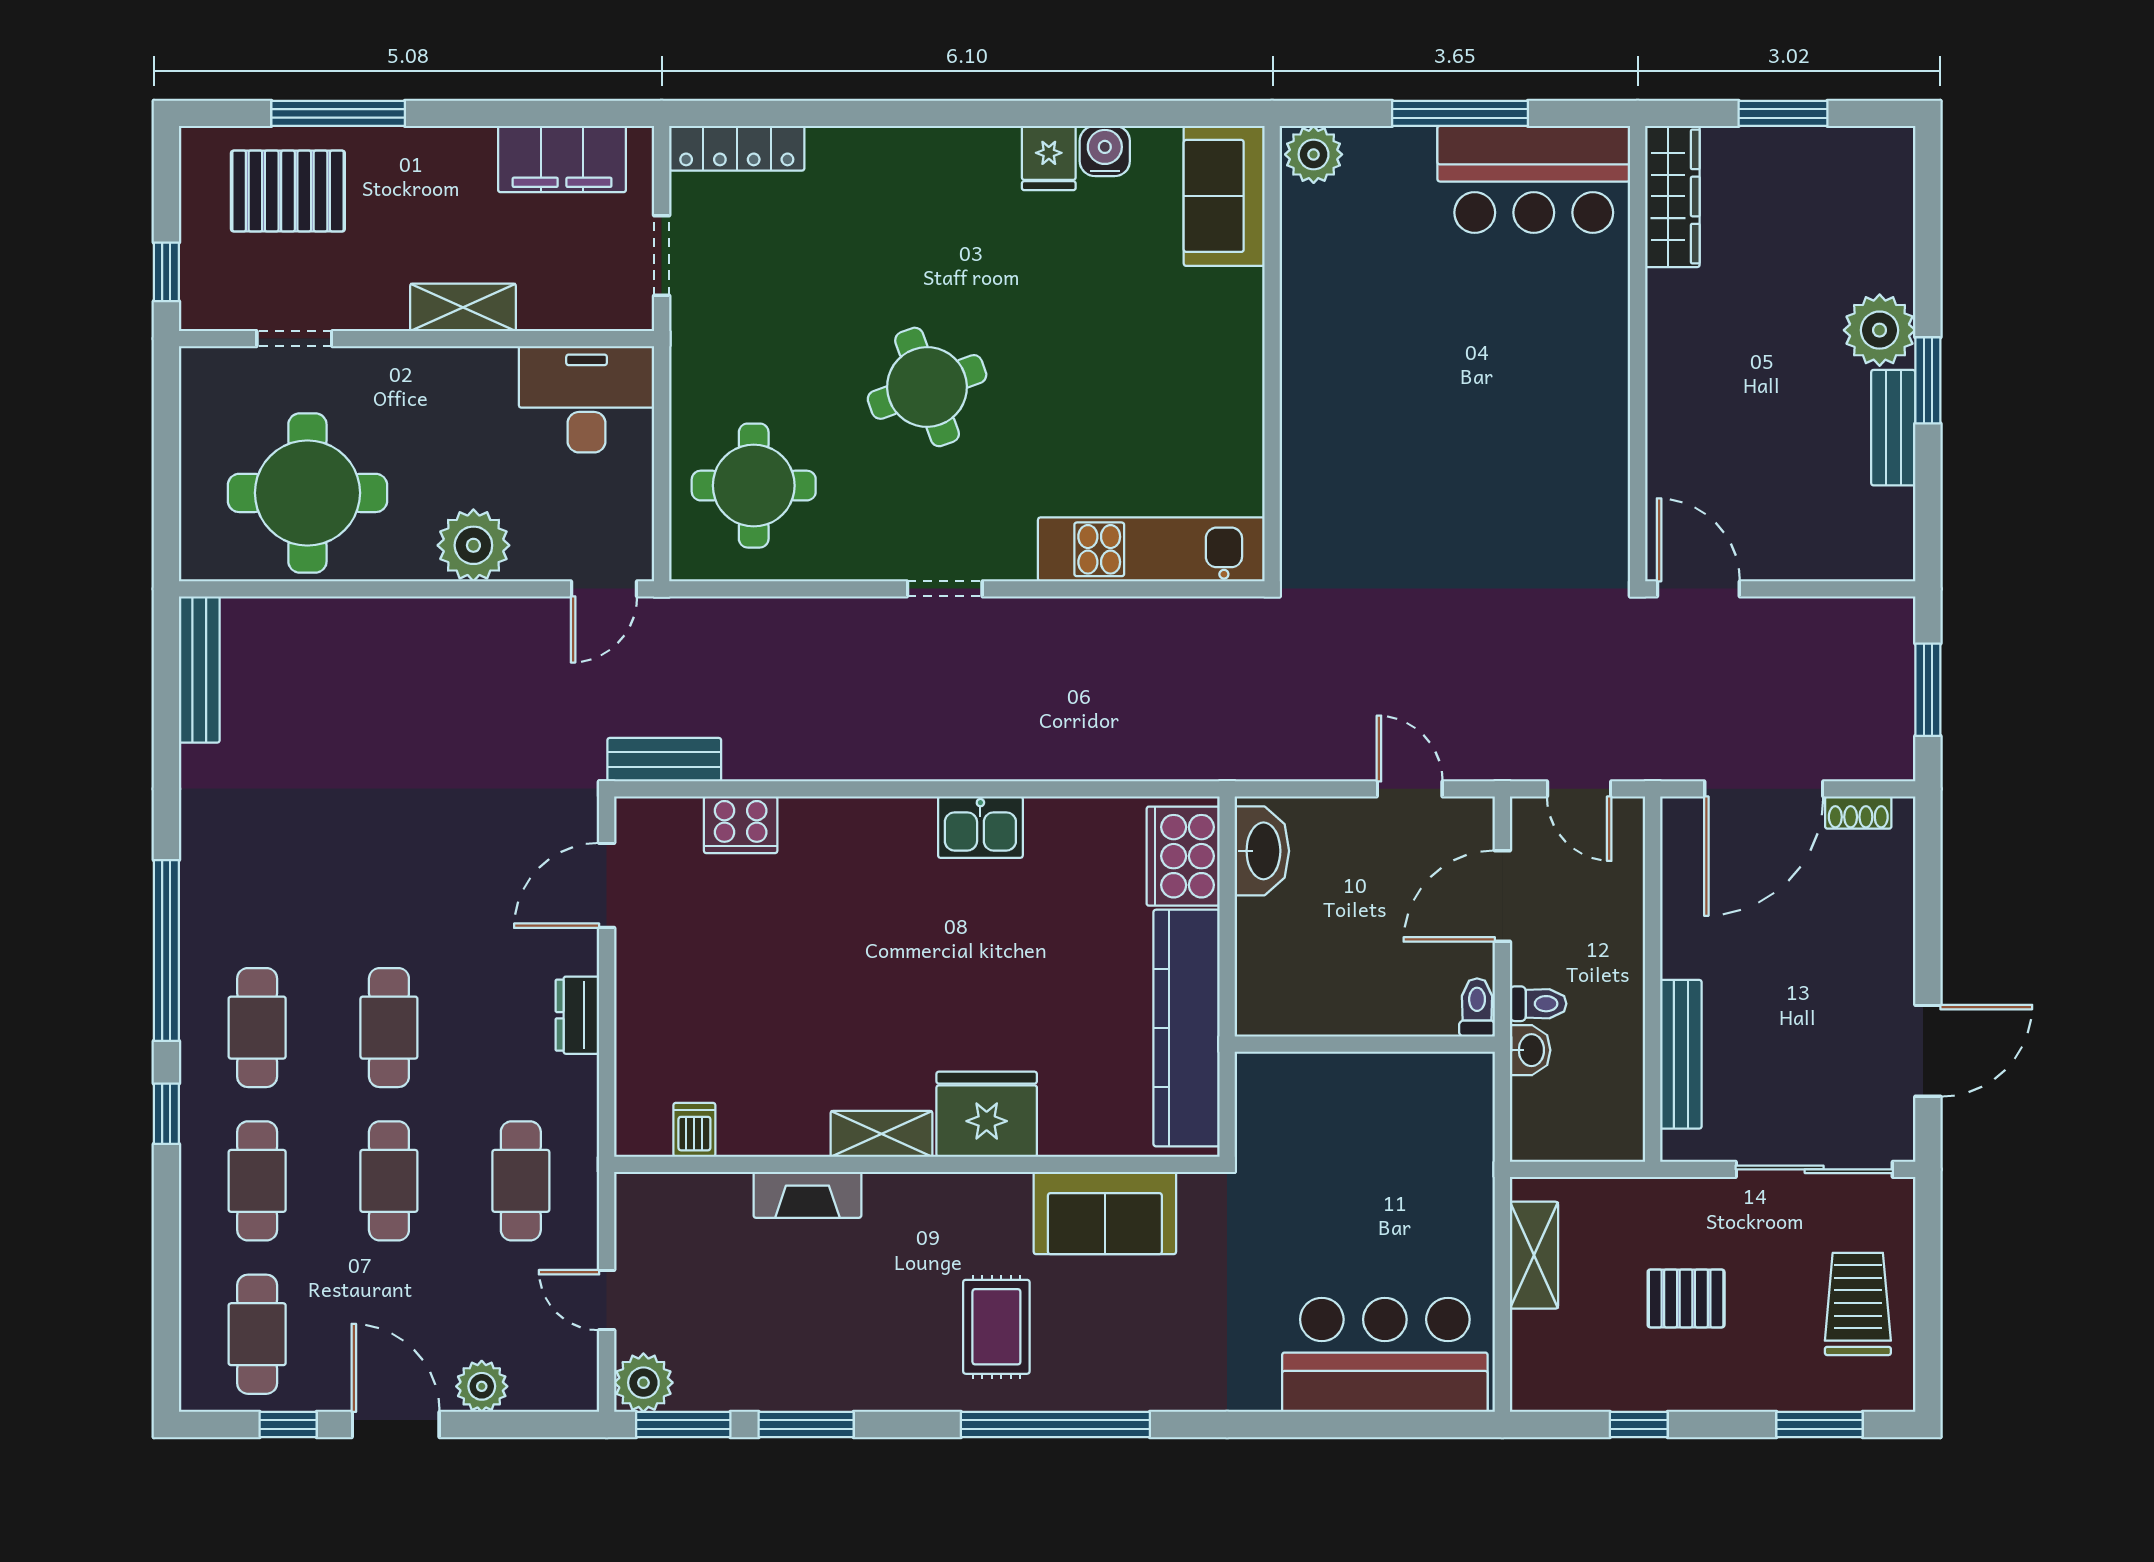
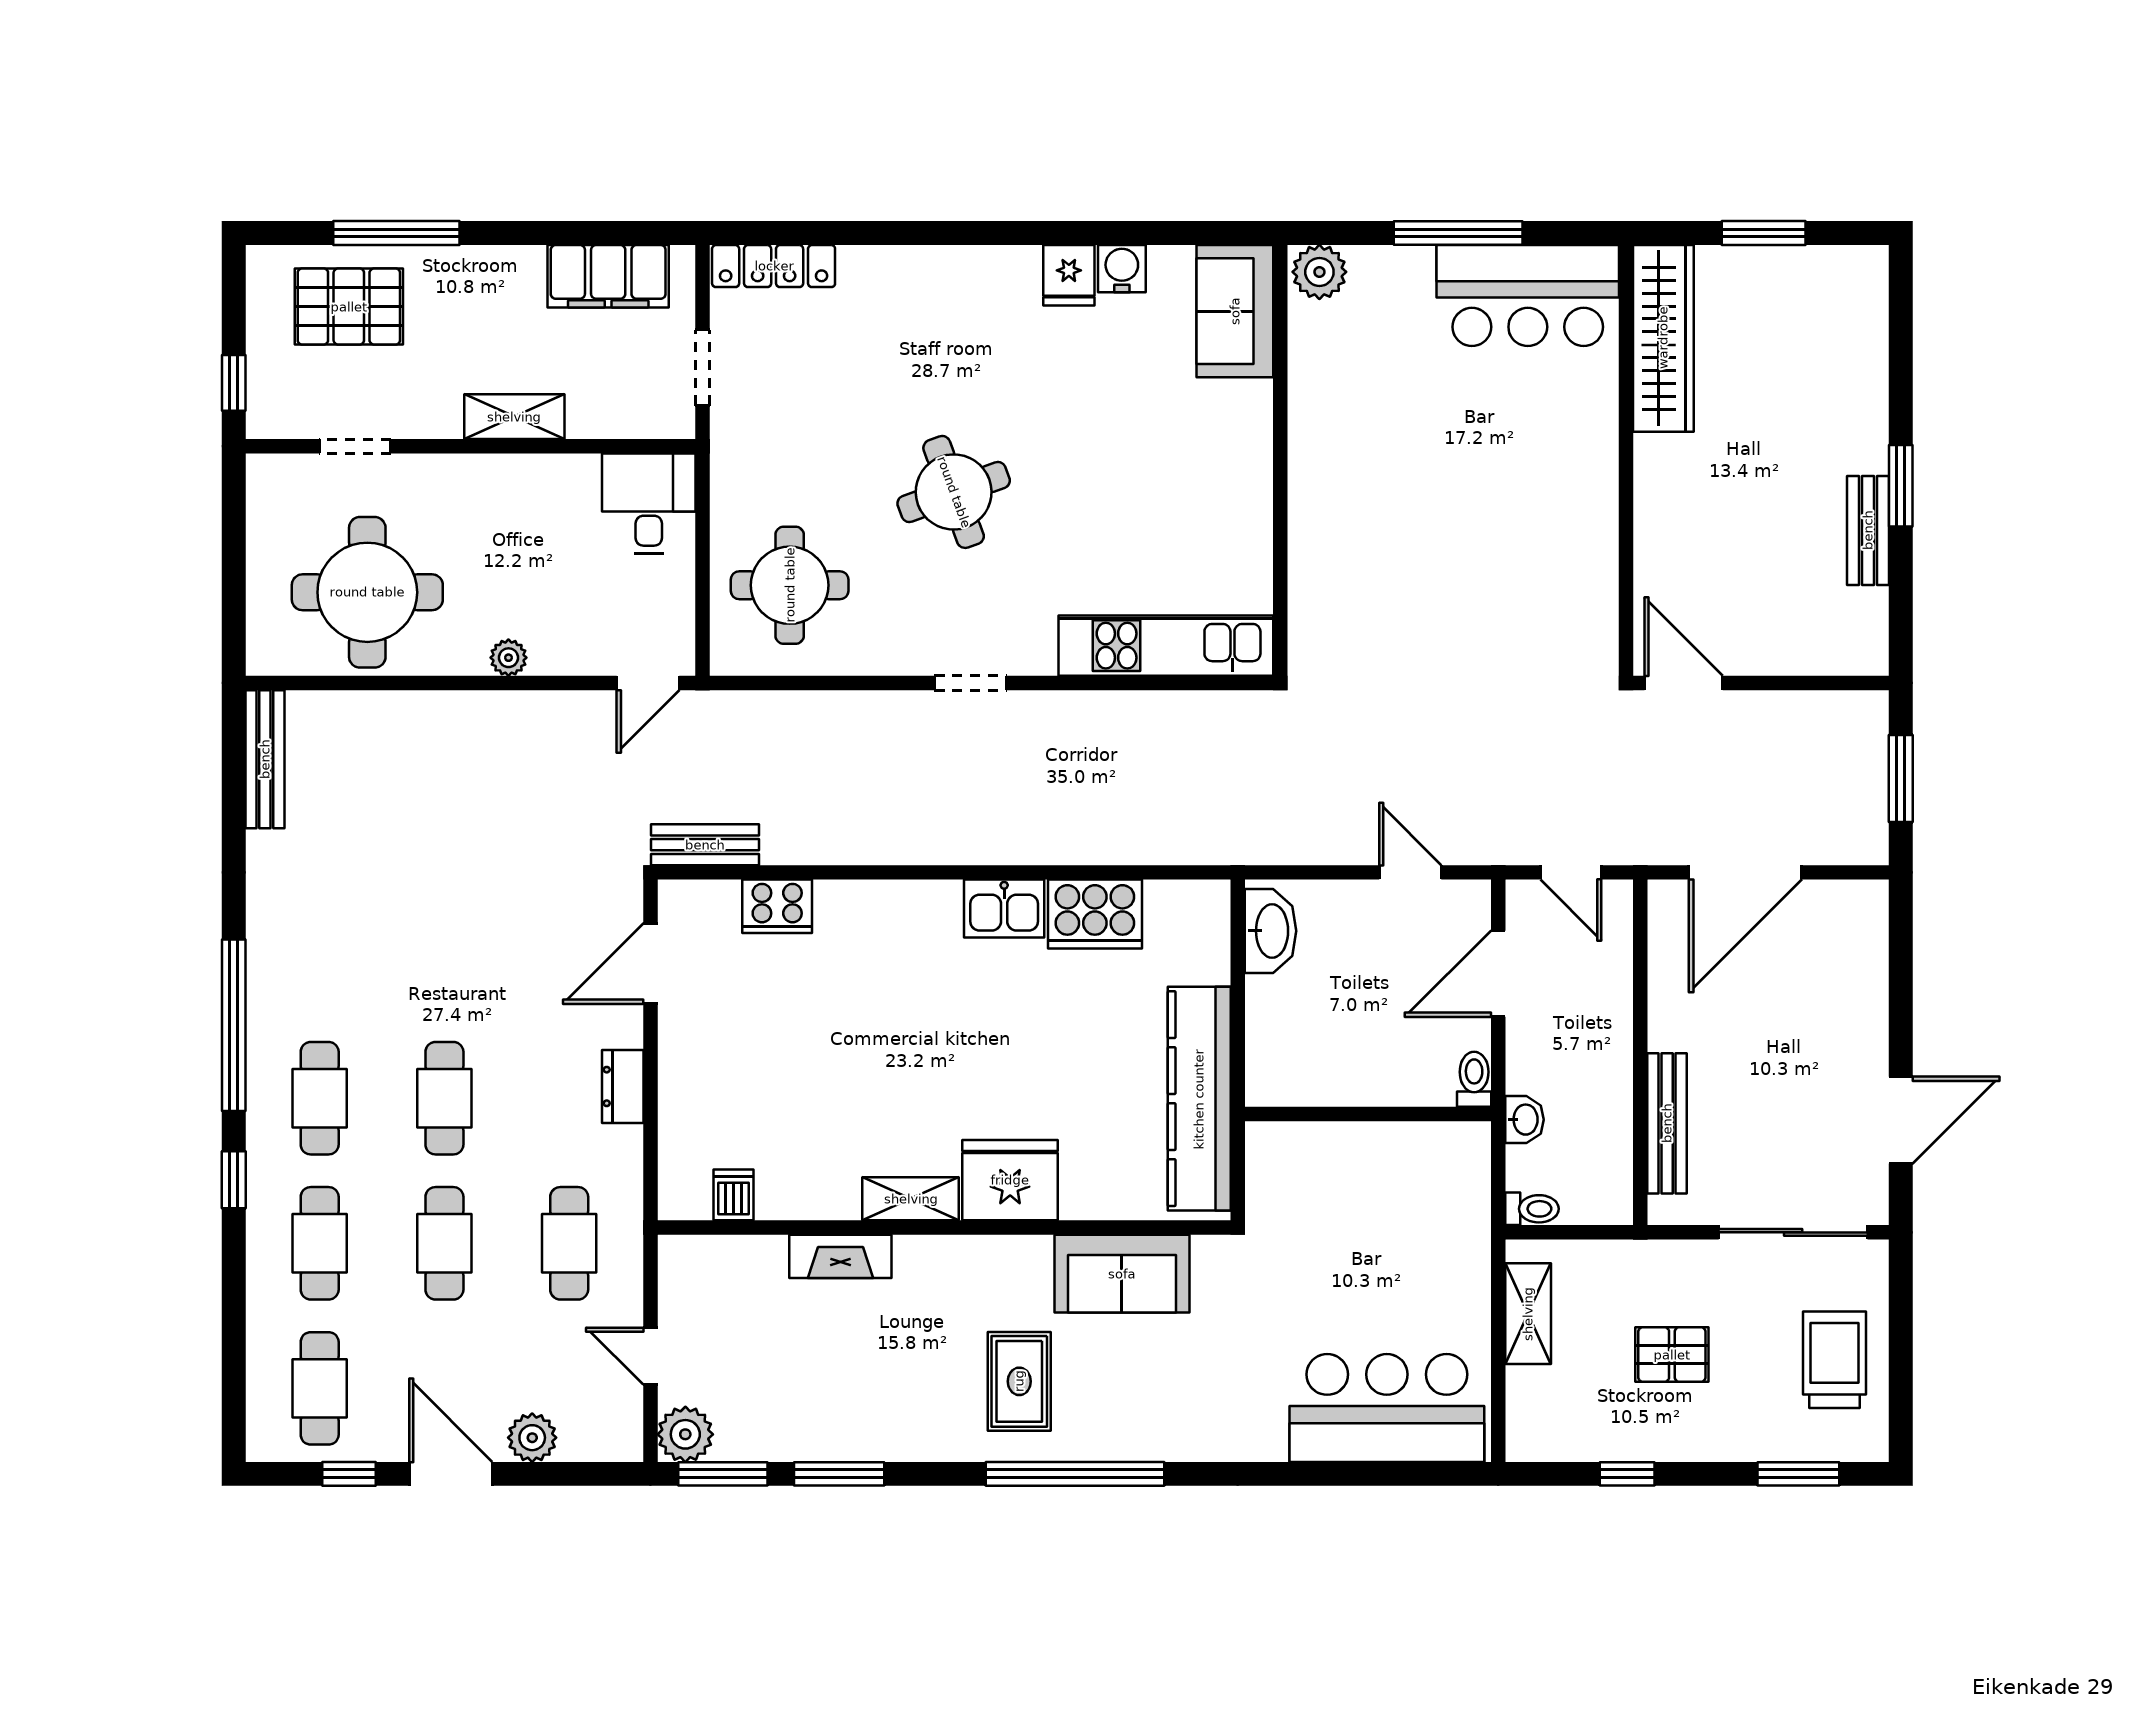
wardrobe: (1672, 196) -> (1663, 338), width x1.40, depth x1.17
plant: (1880, 330) -> (1855, 438), removed
desk: (587, 399) -> (649, 504), width x0.73
plant: (473, 545) -> (508, 658), width x0.53, depth x0.53
shoe rack: (1858, 813) -> (1835, 895), removed
cooker: (1183, 856) -> (1095, 914), moved, turned -90
toilet: (1538, 1004) -> (1532, 1209), moved

